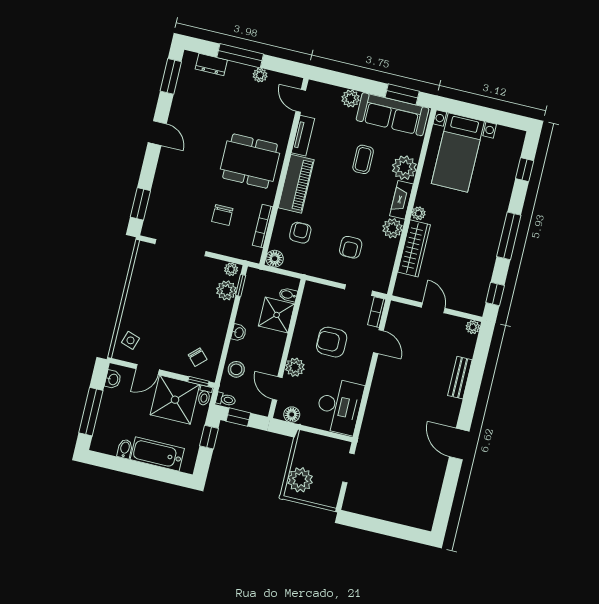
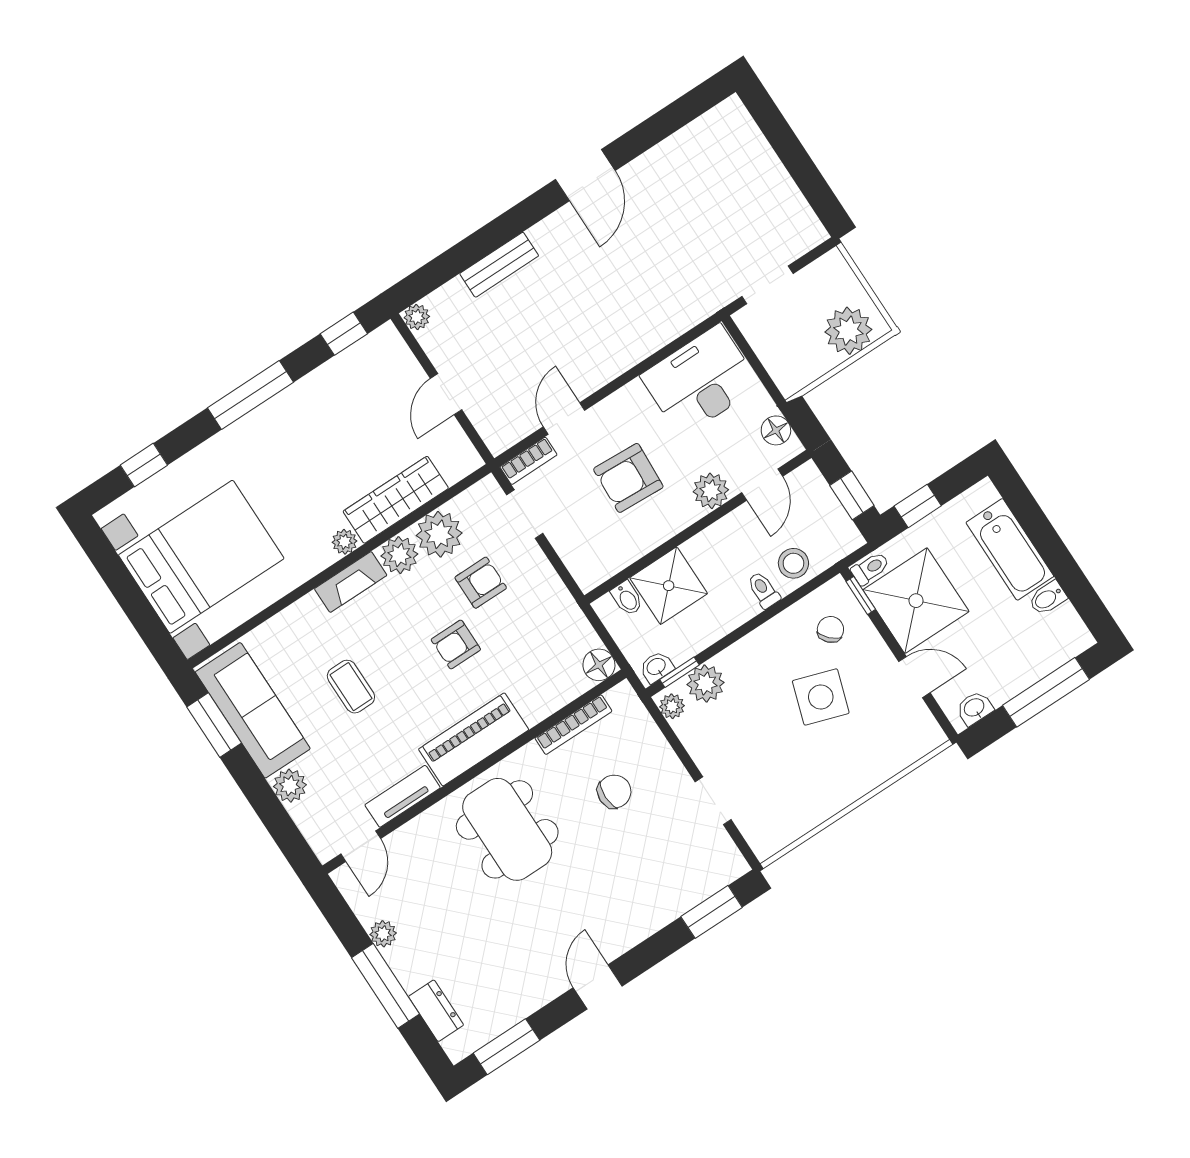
bed with nightstands: (458, 152) -> (201, 557), width x1.36
coffee table: (363, 159) -> (351, 687), turned 90
plant: (404, 168) -> (439, 534), moved
armchair: (300, 233) -> (456, 644), moved
doorway: (181, 248) -> (713, 801), width x0.53
washbasin: (239, 333) -> (657, 667), moved
side table: (131, 340) -> (821, 697), moved, width x1.87, depth x1.87
armchair: (332, 342) -> (628, 478), turned 93
toilet: (226, 399) -> (764, 590), moved

